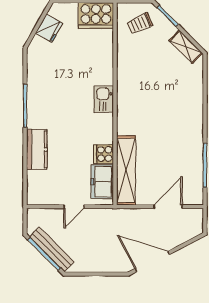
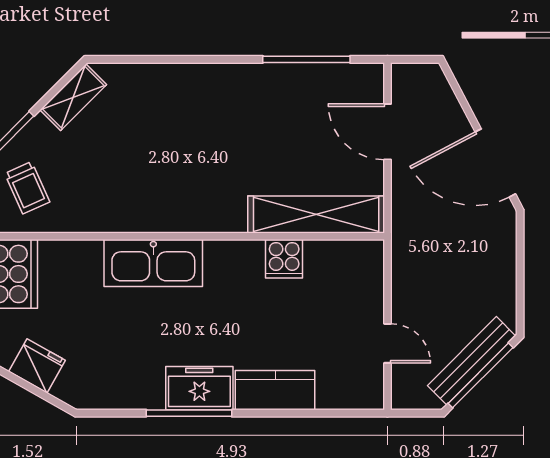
kitchen sink: (104, 99) -> (153, 263), width x1.88, depth x1.24
freezer: (102, 182) -> (199, 388), moved, turned 180
door: (74, 207) -> (387, 343), moved
door: (152, 261) -> (495, 163), hinge flipped

